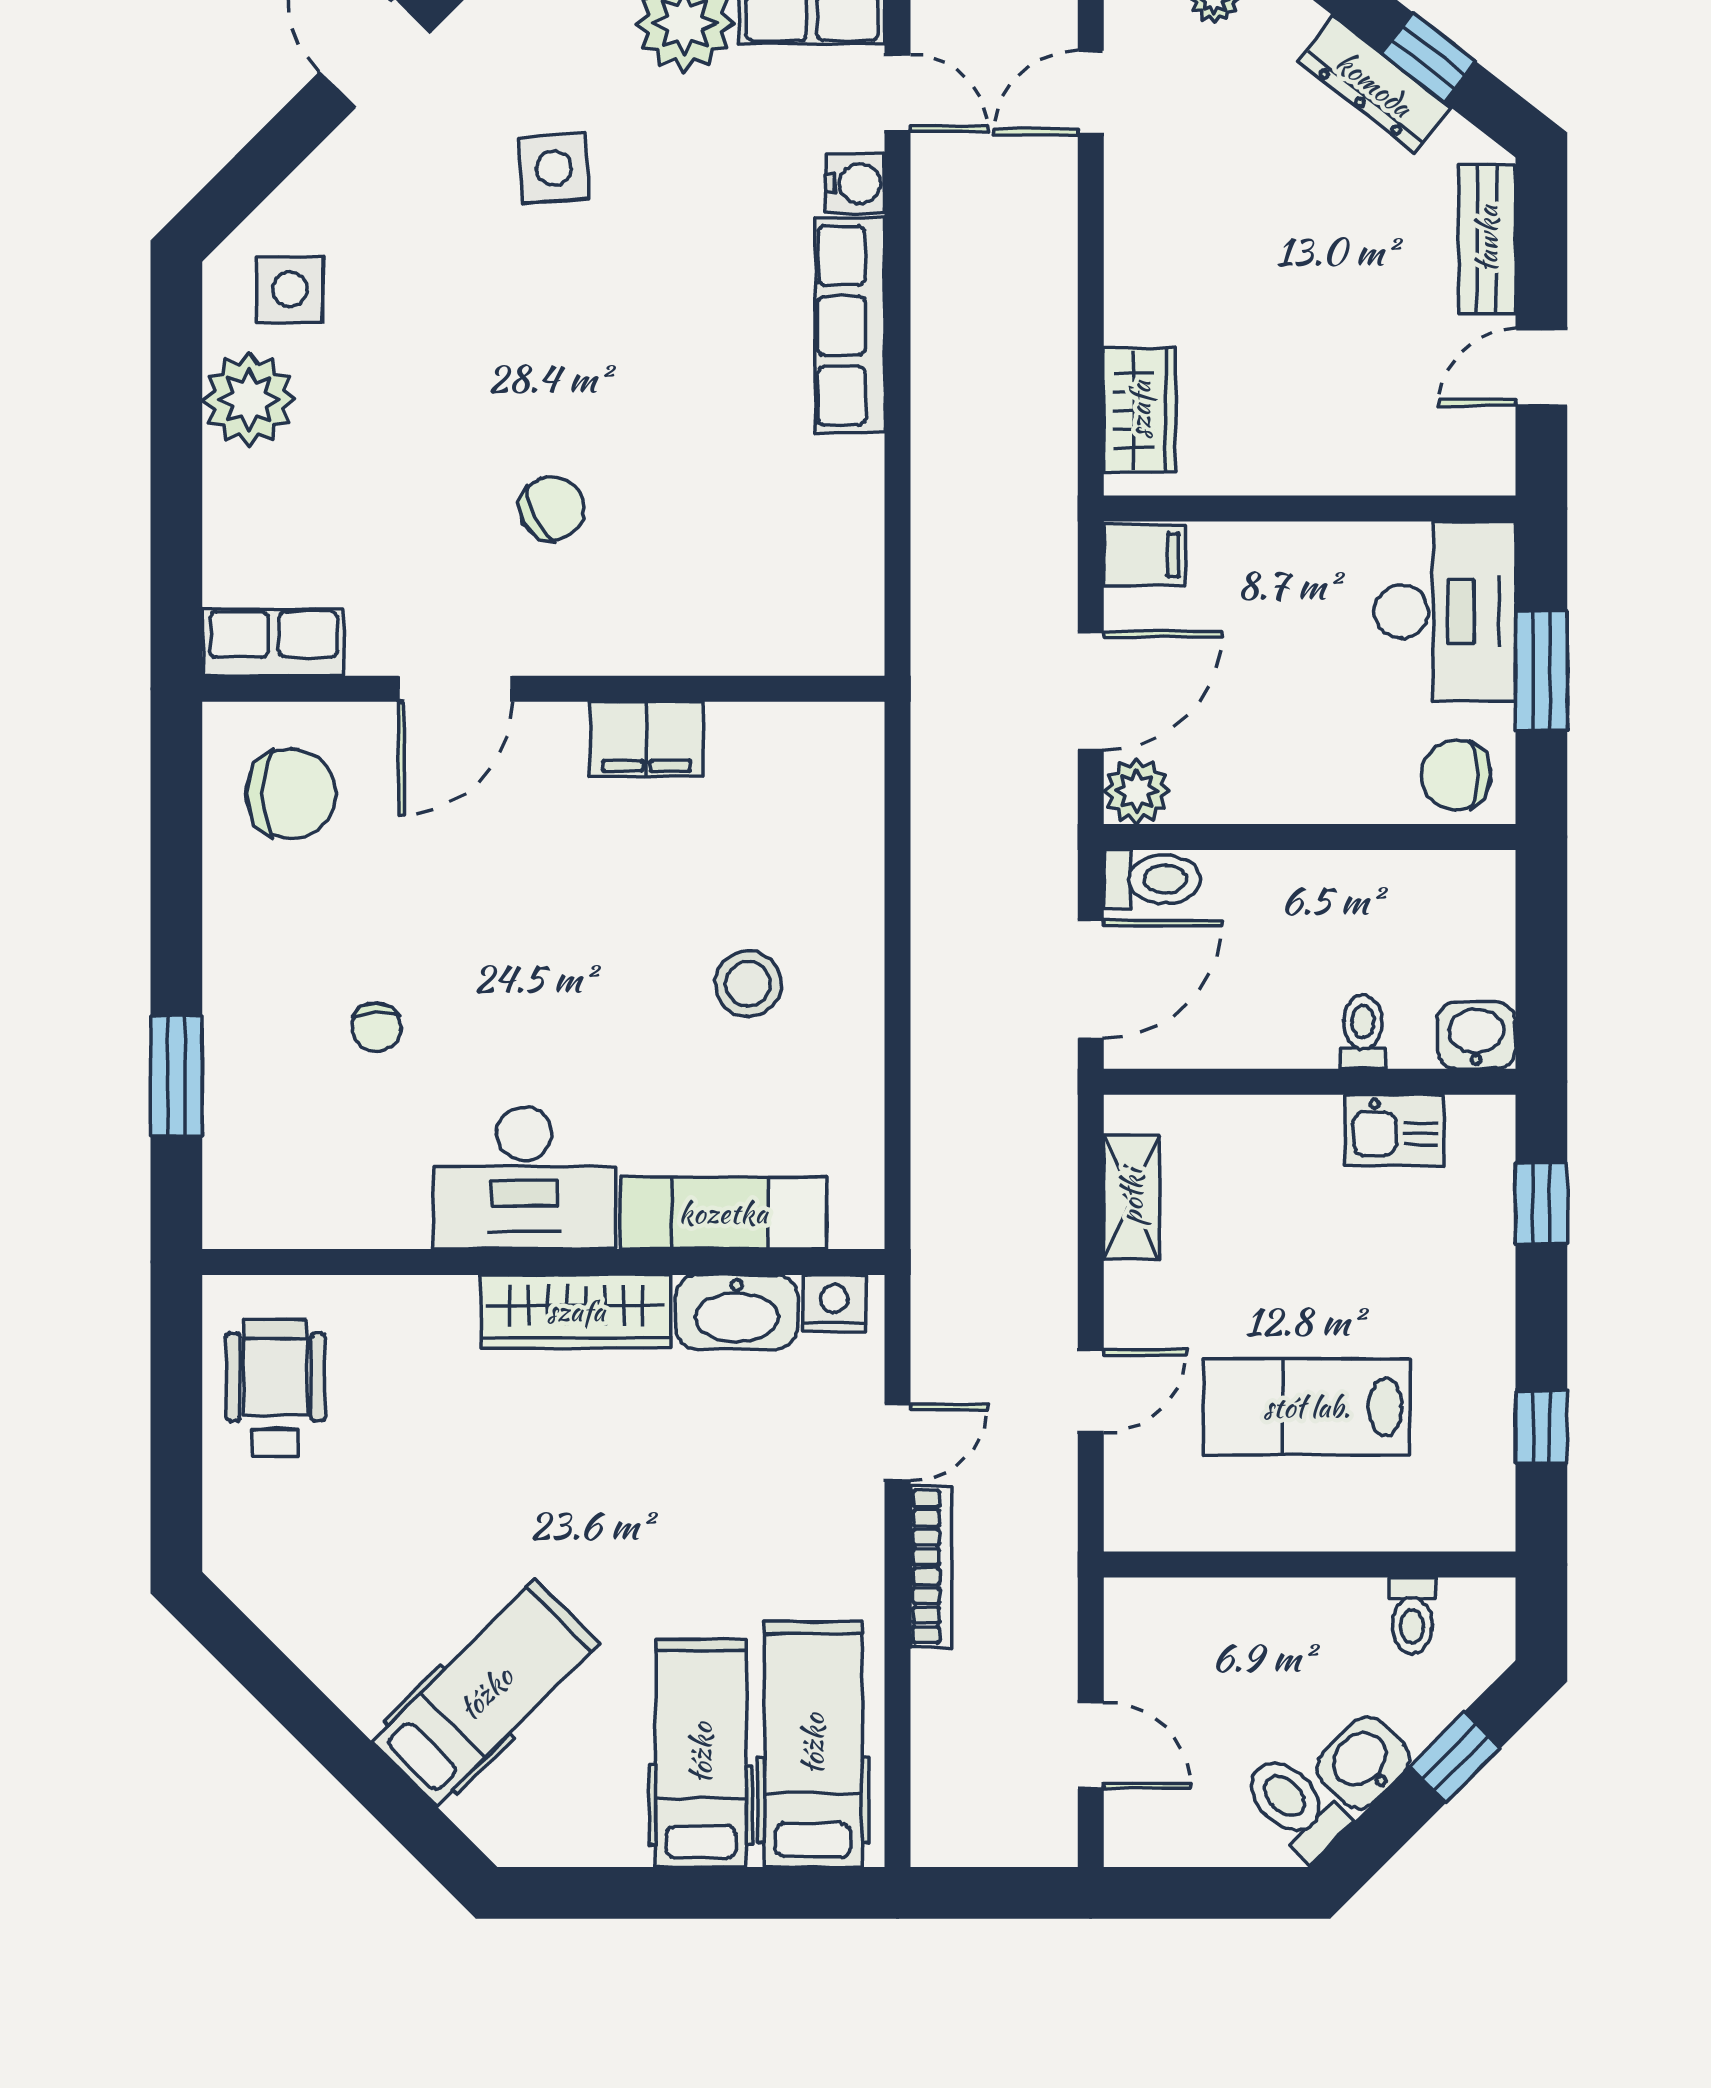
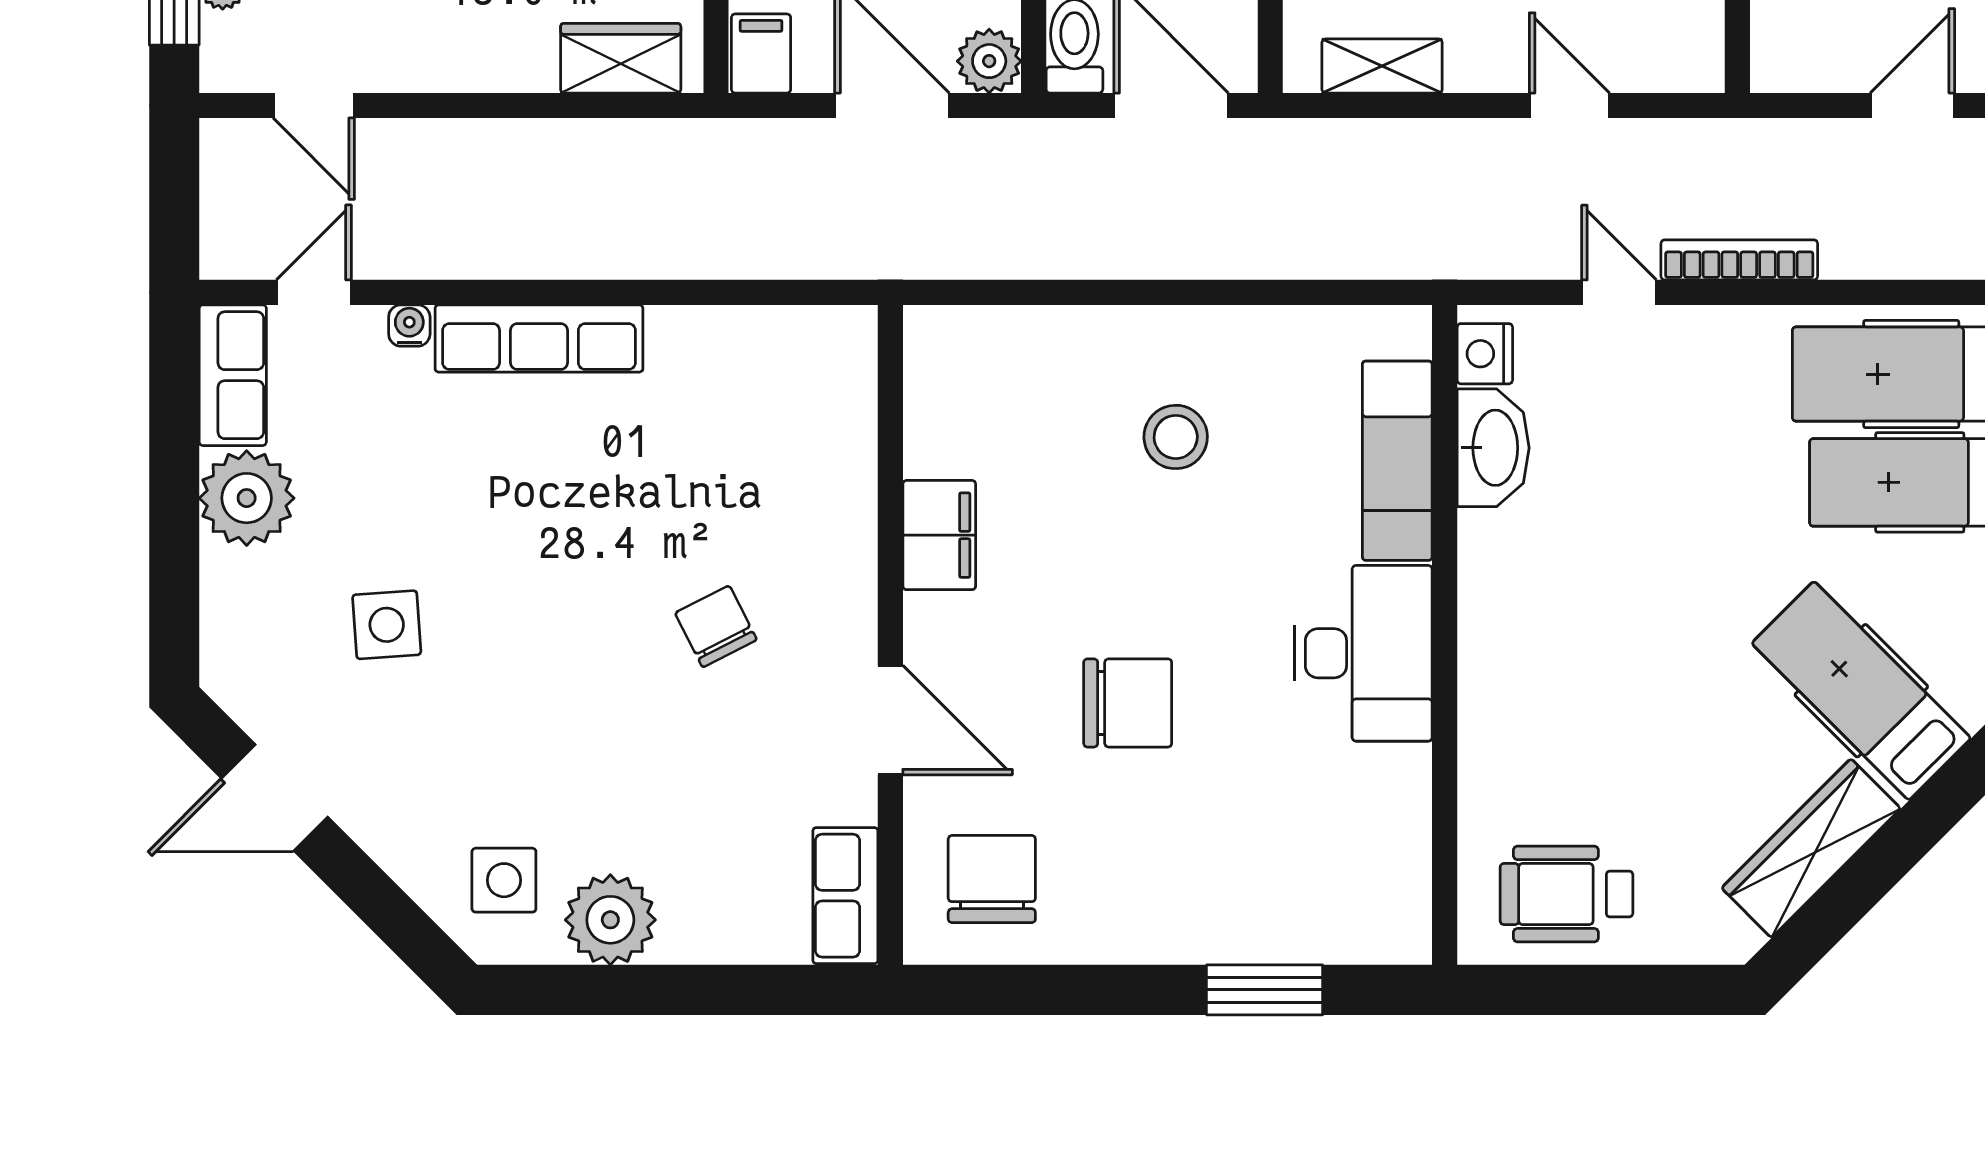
water cooler: (855, 183) -> (409, 325), width x0.72, depth x0.72
chair: (377, 1027) -> (1128, 703), moved, width x1.87, depth x1.87
wardrobe: (576, 1311) -> (1811, 848), moved, turned -135

